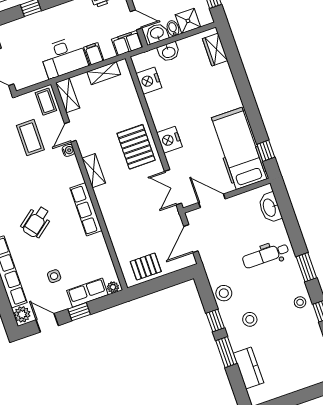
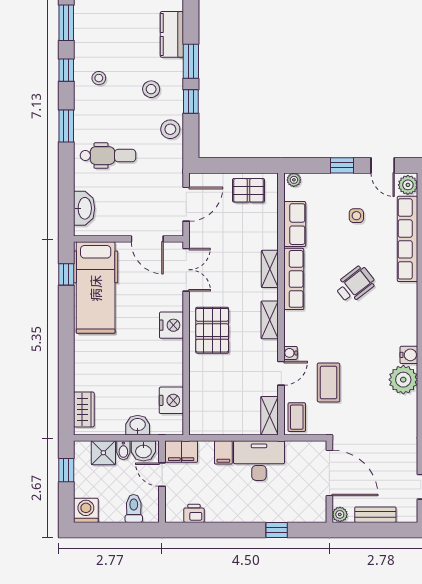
shelving: (104, 73) -> (270, 269), moved, turned 90
row of seats: (87, 293) -> (295, 224), moved, turned -90
stool: (300, 302) -> (99, 78), moved

